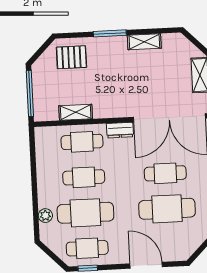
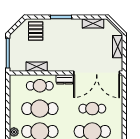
shelving: (144, 42) -> (93, 23), moved
pallet: (71, 57) -> (36, 31), turned 90
cafe table: (84, 177) -> (40, 109), width x1.37, depth x1.35

